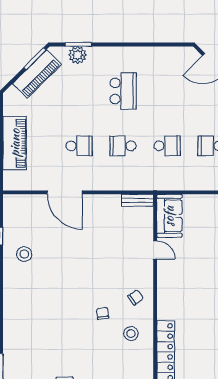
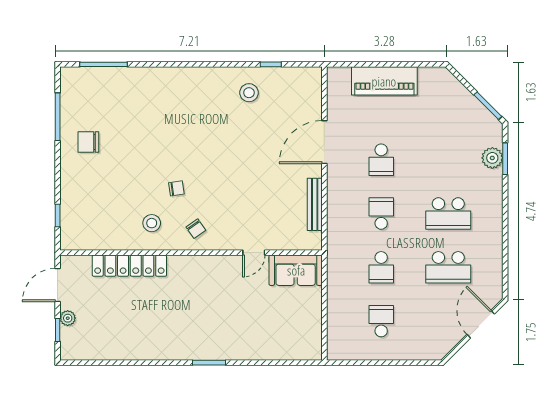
piano: (37, 74) -> (469, 108), removed
school desk: (167, 91) -> (448, 267), added
bench: (137, 200) -> (315, 204), moved, width x1.36

